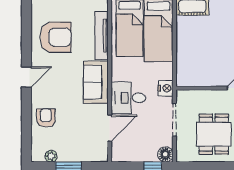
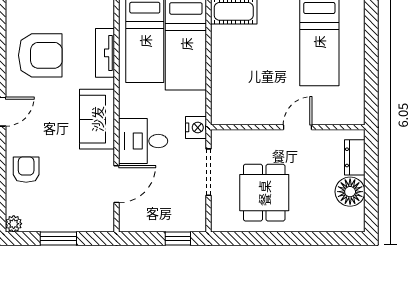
tv unit: (101, 36) -> (105, 53), width x0.71
floor lamp: (165, 154) -> (196, 221), removed
plant: (51, 156) -> (14, 224), moved

